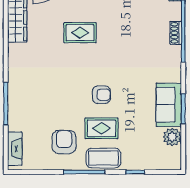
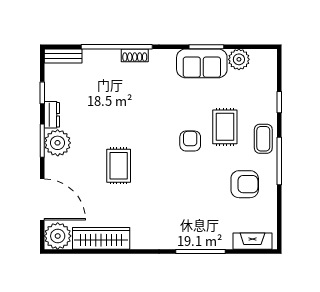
shoe rack: (176, 33) -> (135, 55), moved
rug: (101, 128) -> (225, 127), moved
armchair: (64, 142) -> (245, 184), turned 180
coffee table: (103, 158) -> (263, 139), width x0.73, depth x0.77

